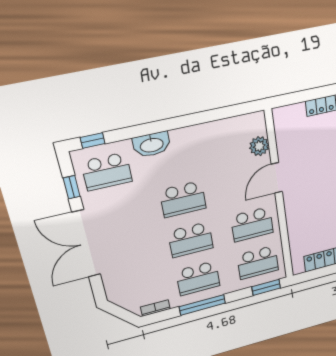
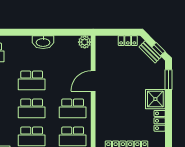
washbasin: (152, 145) -> (43, 42), moved
plant: (259, 146) -> (85, 42), moved

